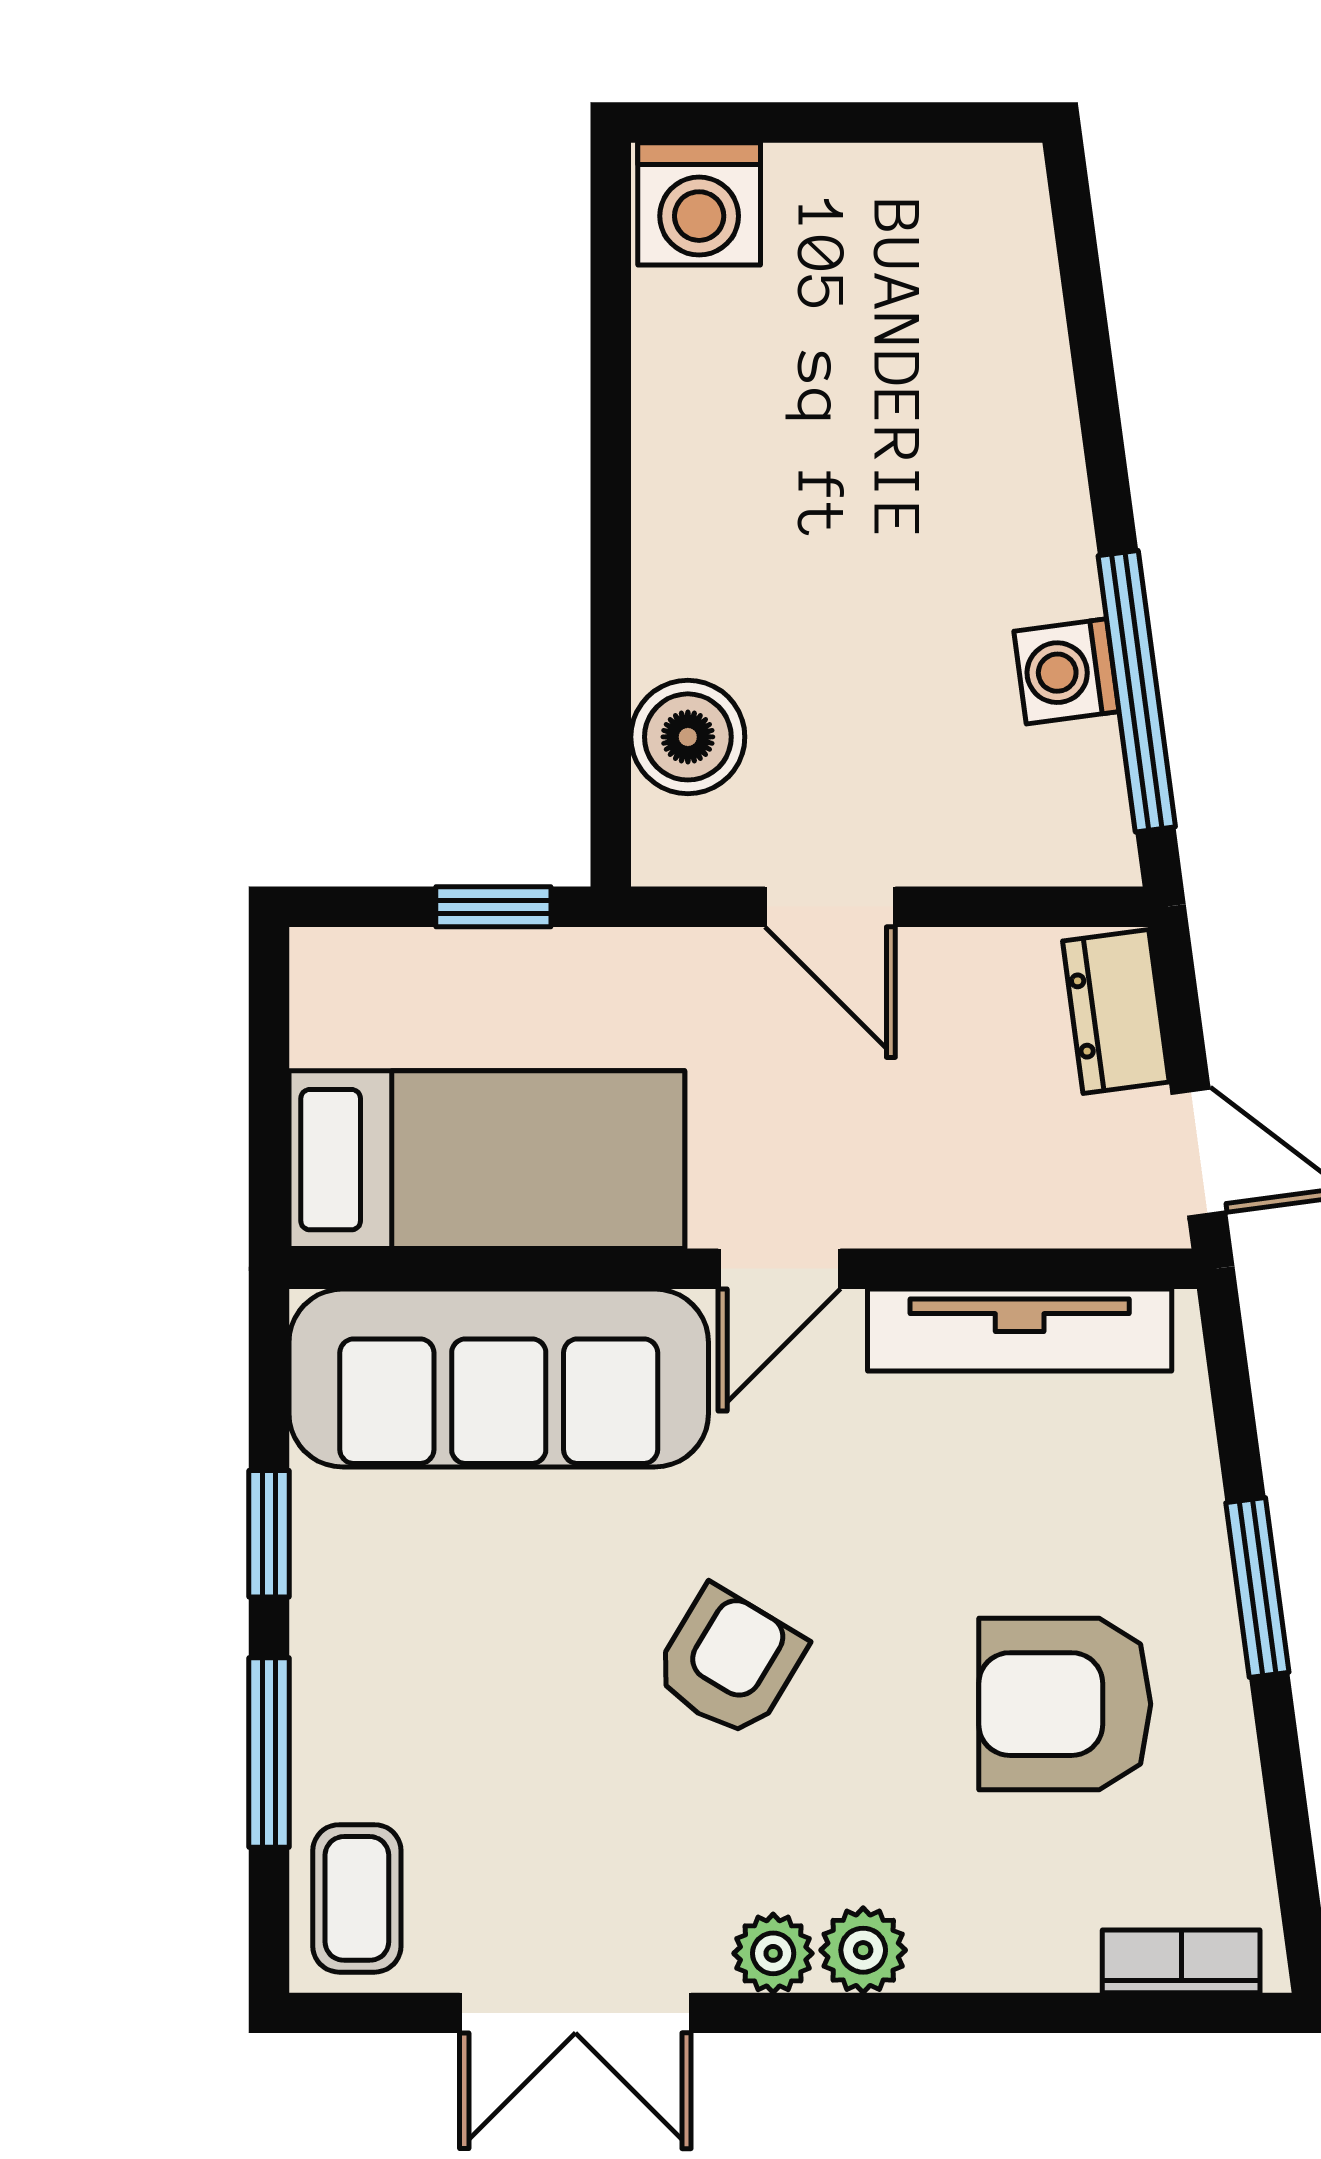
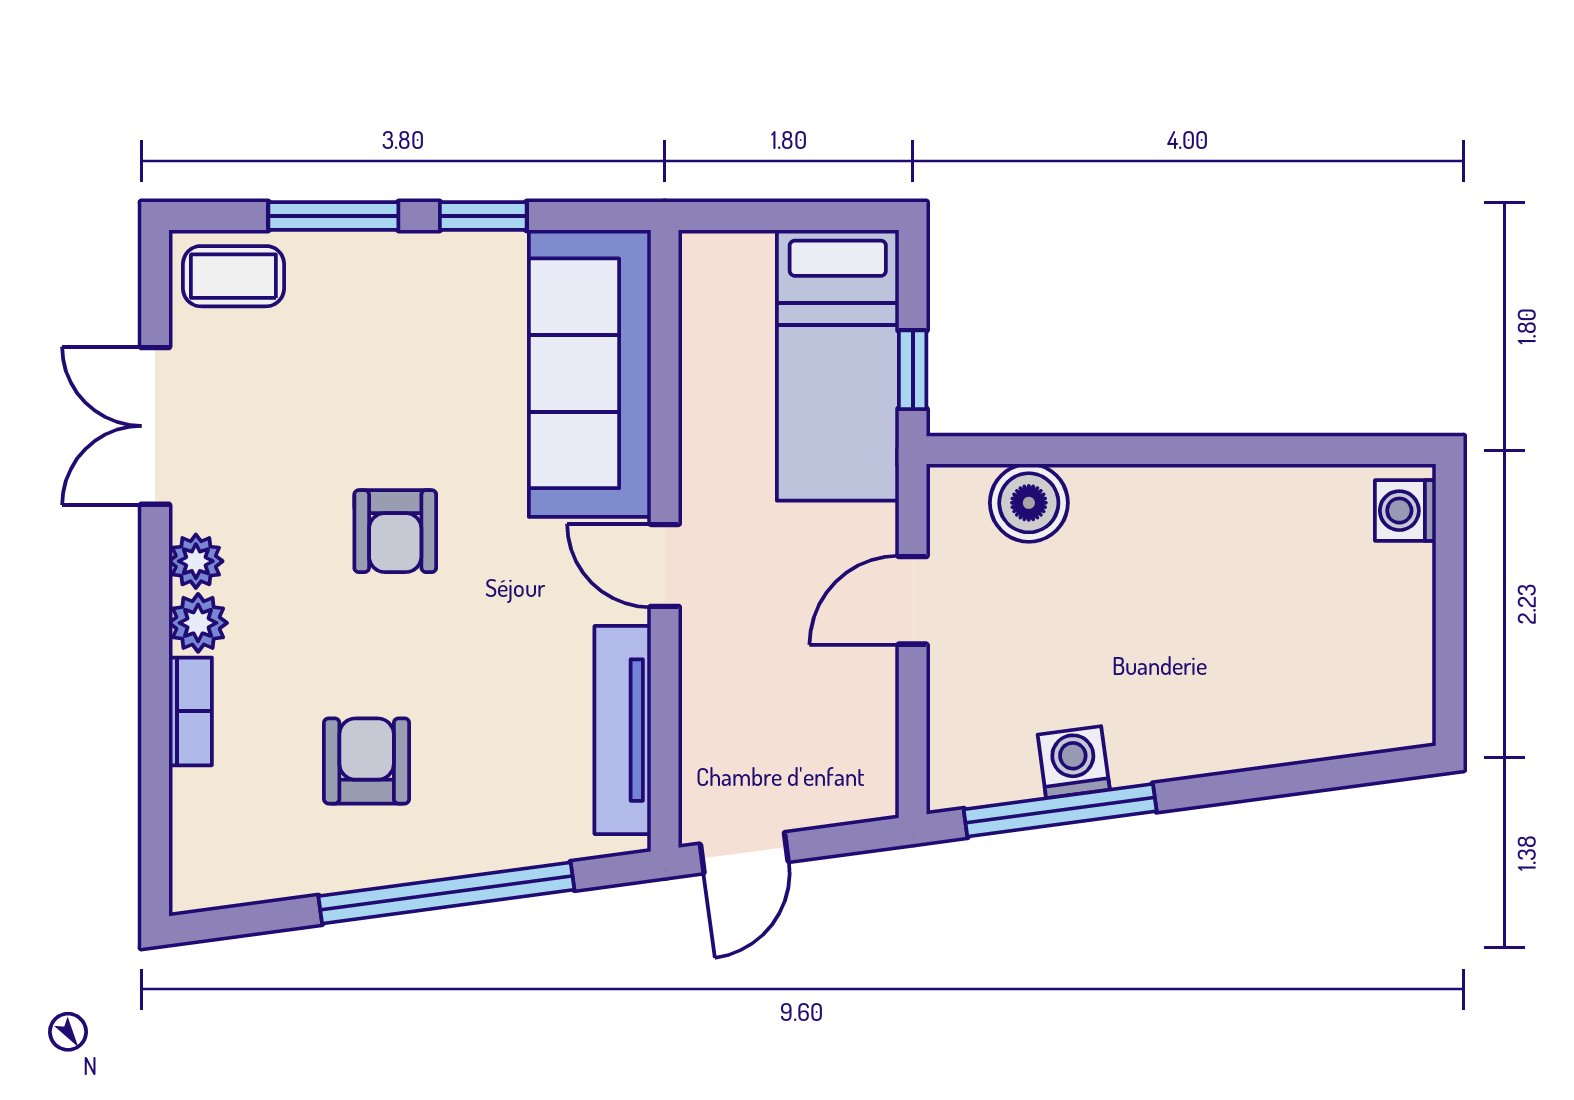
washing machine: (699, 204) -> (1405, 511), width x0.73, depth x0.73
dresser: (1116, 1012) -> (841, 796), removed
bed: (487, 1160) -> (838, 365), moved
window: (1257, 1587) -> (446, 893), width x2.11
armchair: (729, 1662) -> (395, 531), turned 59
armchair: (1065, 1704) -> (367, 761), width x0.72, depth x0.72
bookcase: (1181, 1961) -> (190, 711), moved

